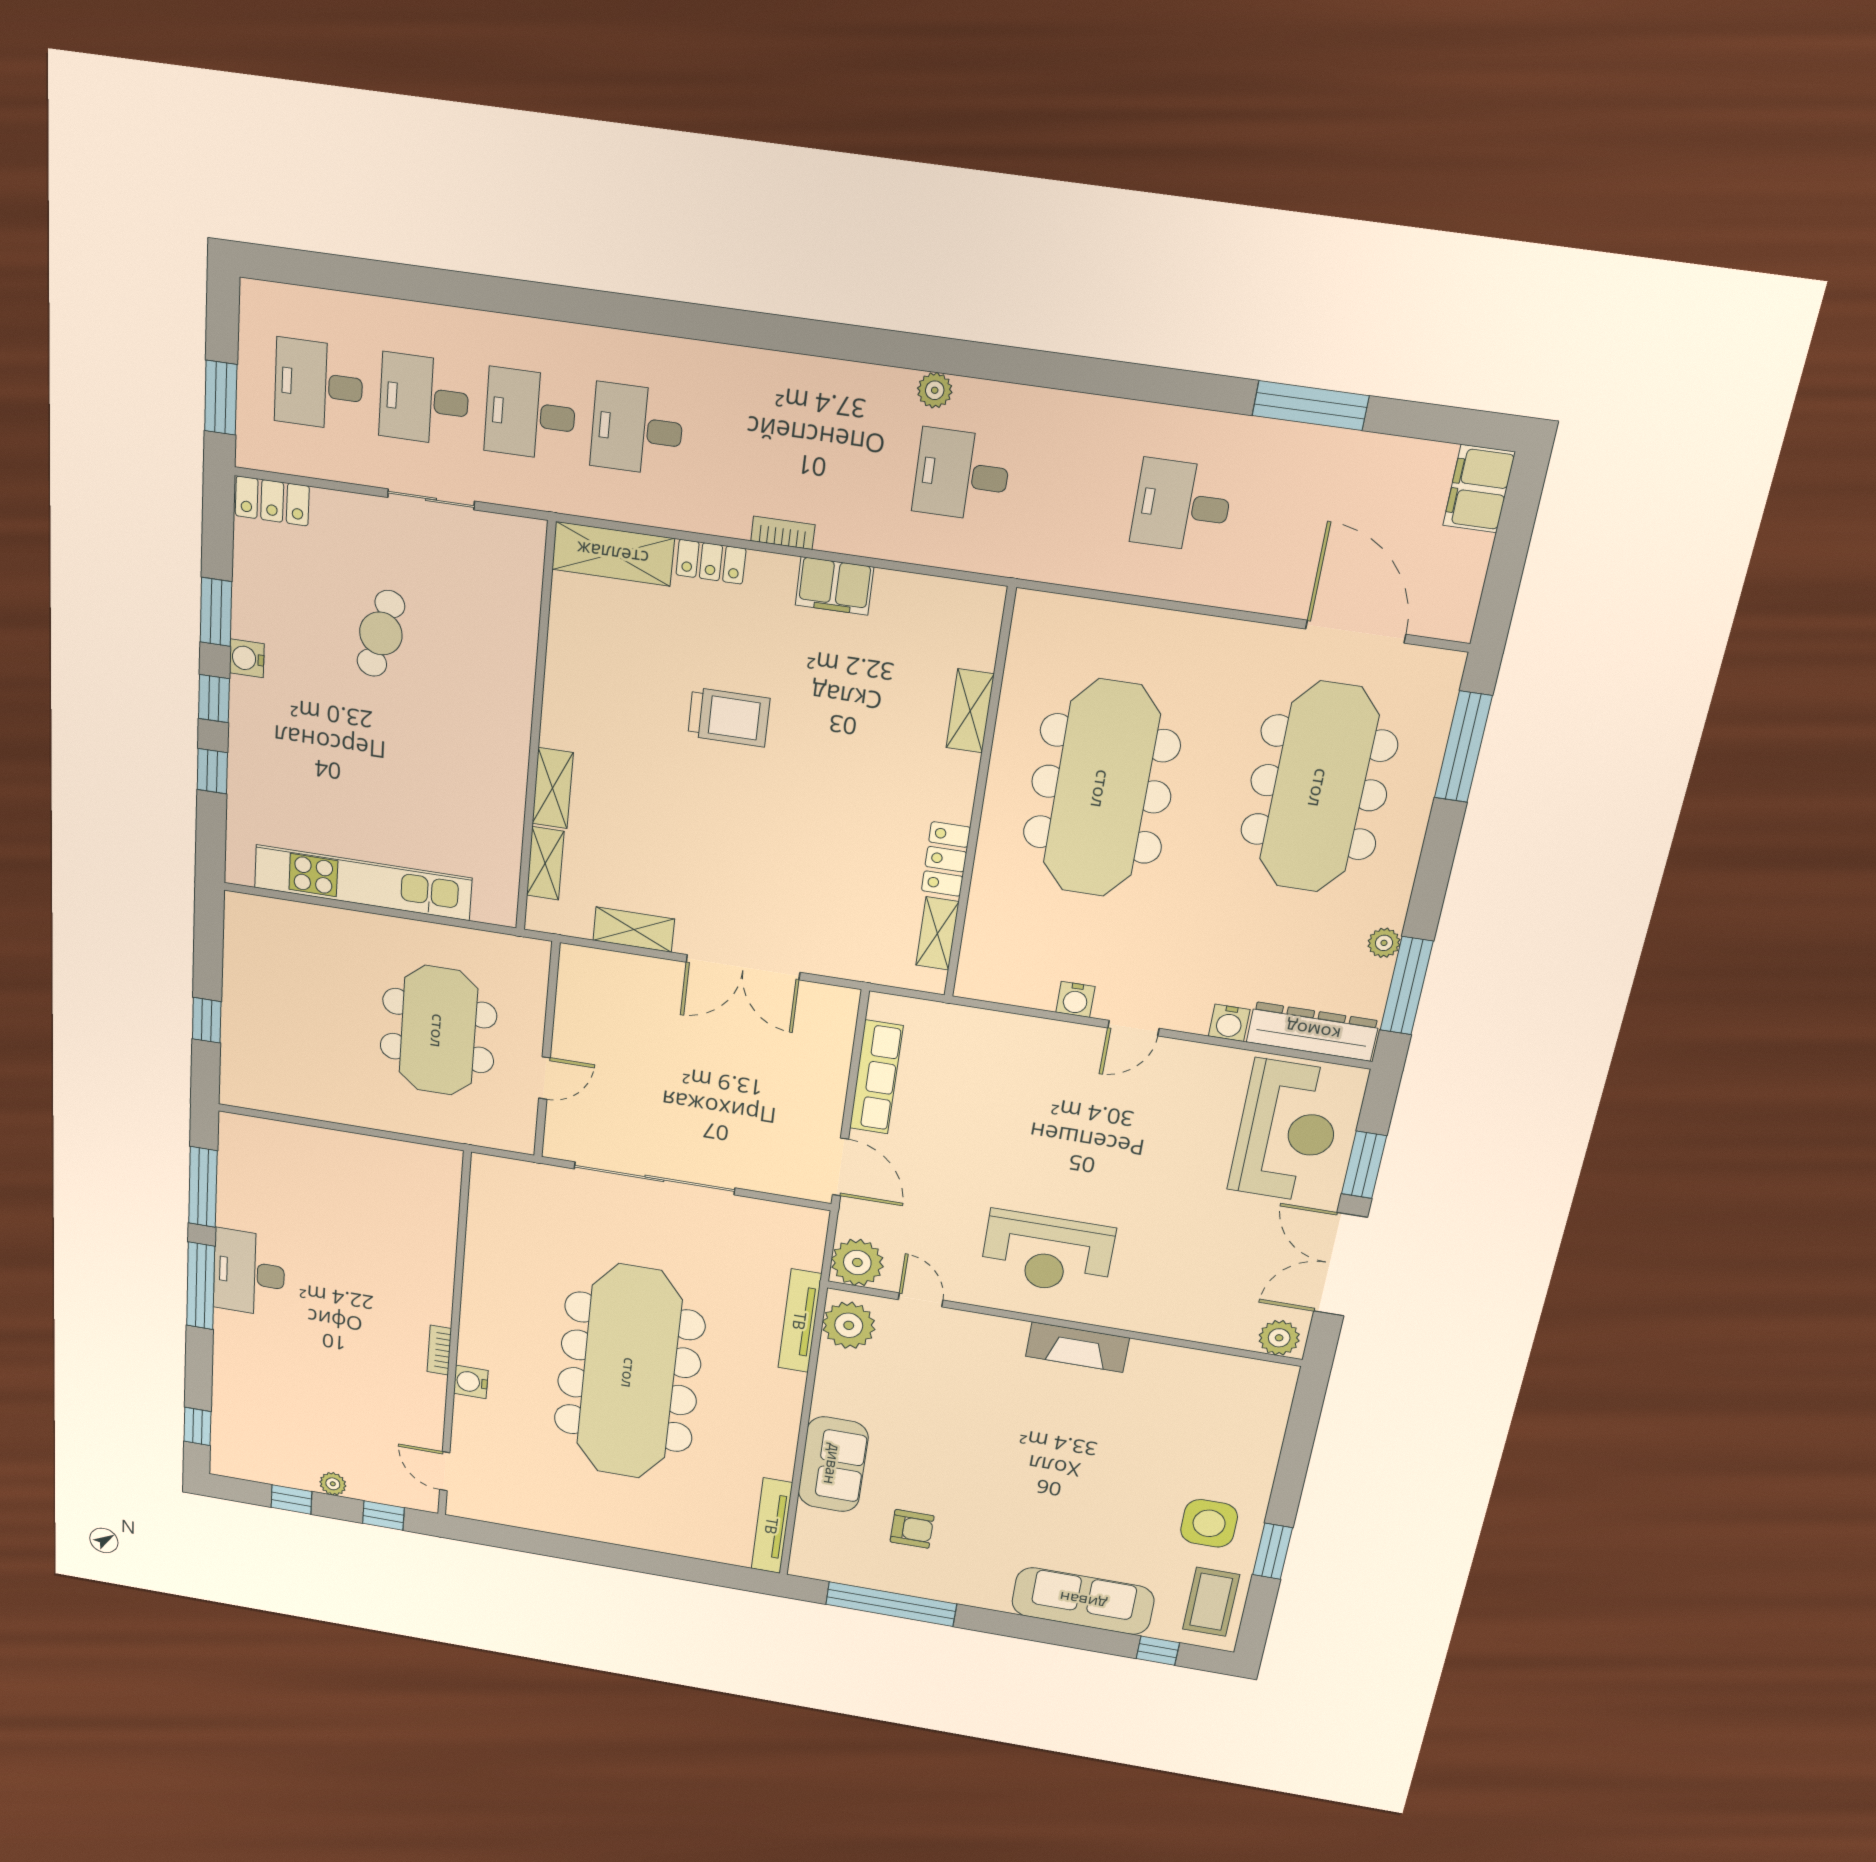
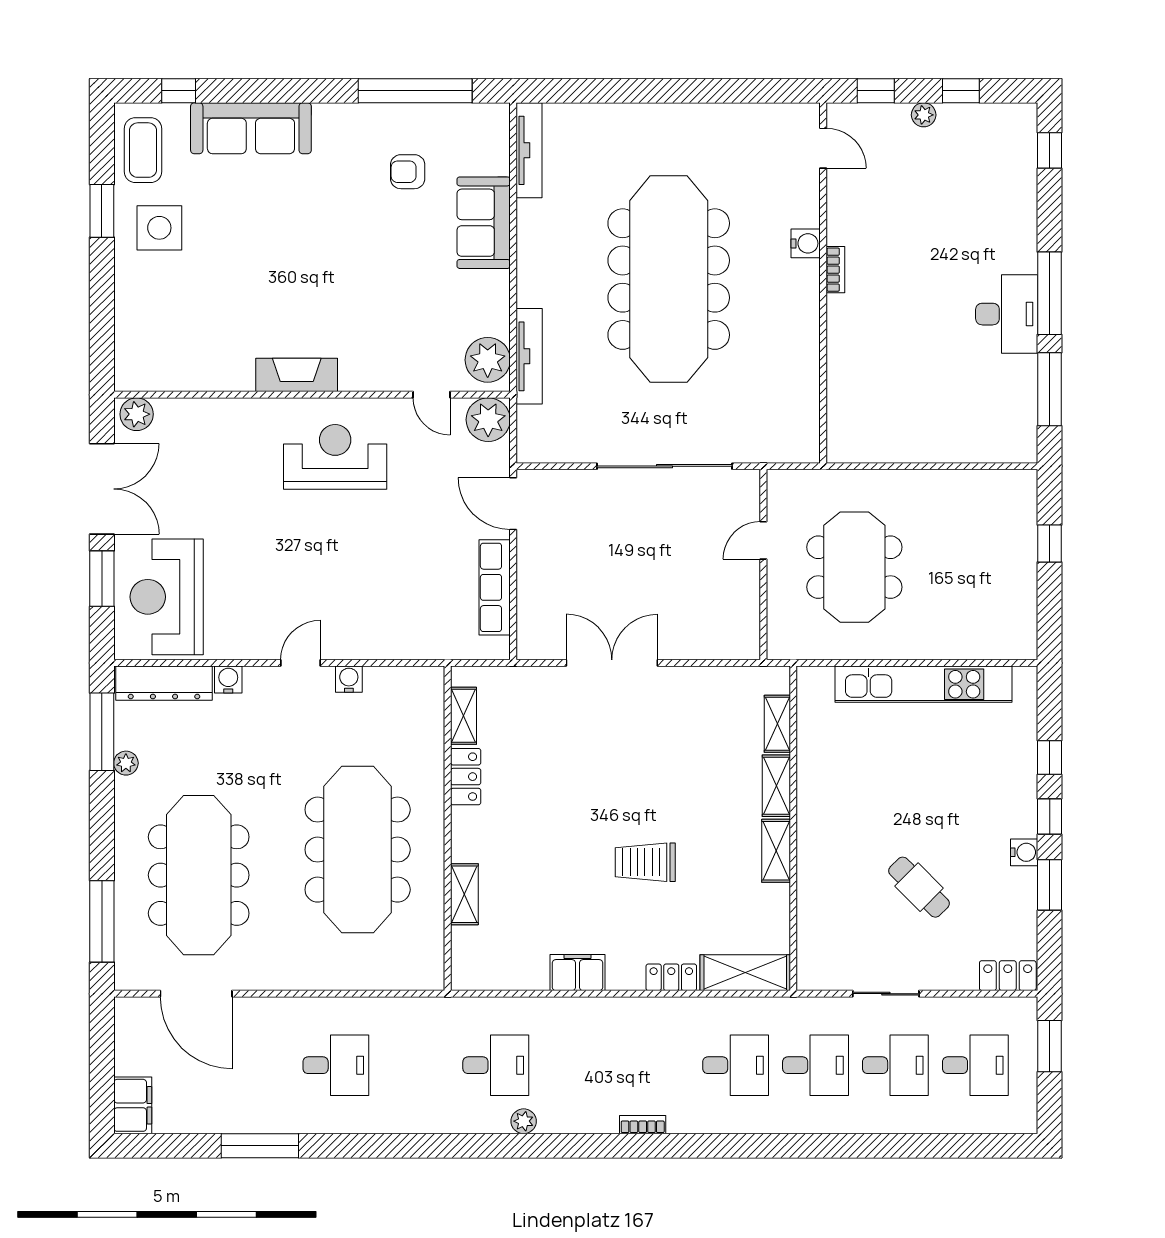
bookcase: (783, 533) -> (643, 1125), moved, turned 180
cafe table: (381, 633) -> (919, 887), turned -59
shelving: (634, 930) -> (776, 851), moved, turned 90

